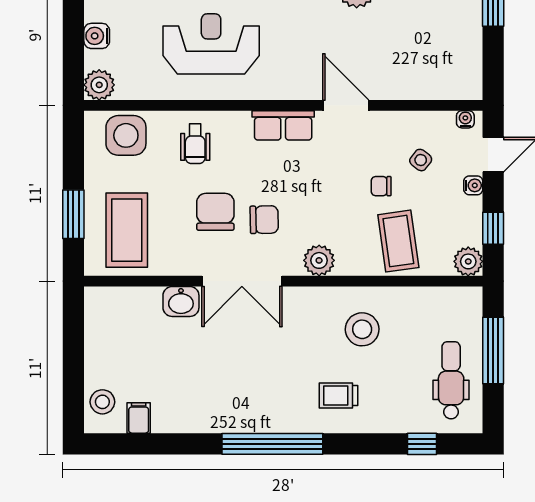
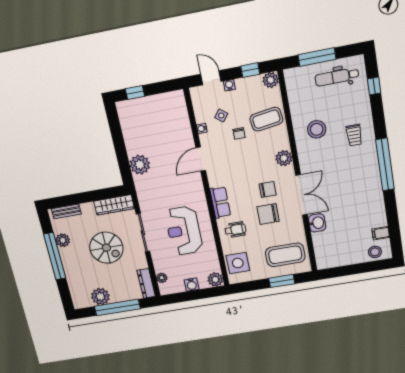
water cooler: (465, 119) -> (202, 128), moved
row of seats: (283, 125) -> (220, 202), moved
chair: (264, 220) -> (268, 189), turned 91

